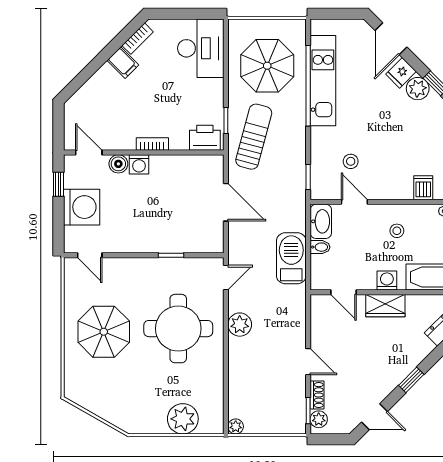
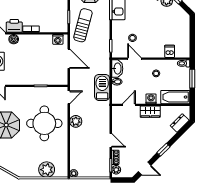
printer: (205, 138) -> (14, 26), moved
washing machine: (139, 164) -> (58, 39), moved
door: (344, 292) -> (129, 105), swing flipped

